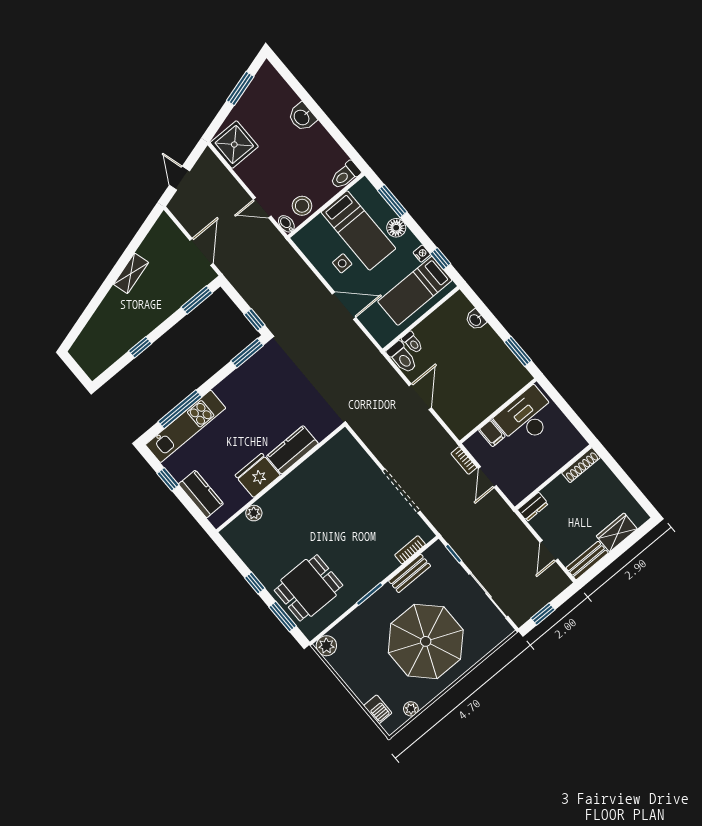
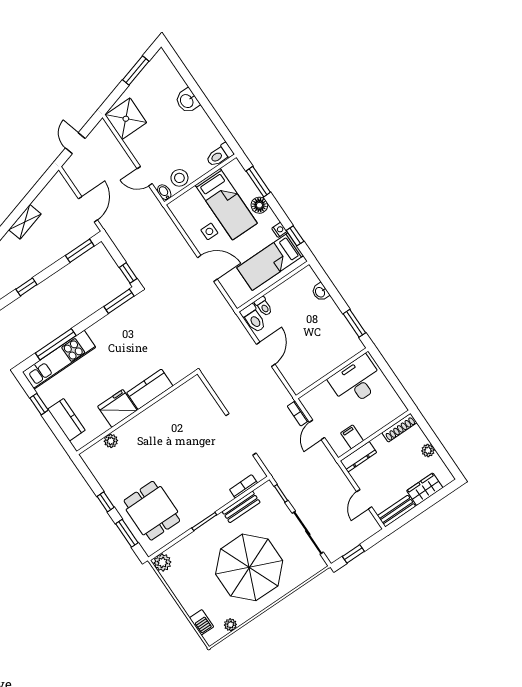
filing cabinet: (492, 433) -> (352, 437), moved, turned 180
plant: (616, 488) -> (428, 450), added
dresser: (533, 507) -> (358, 457), width x1.44
dining table: (309, 588) -> (152, 511), turned 90

